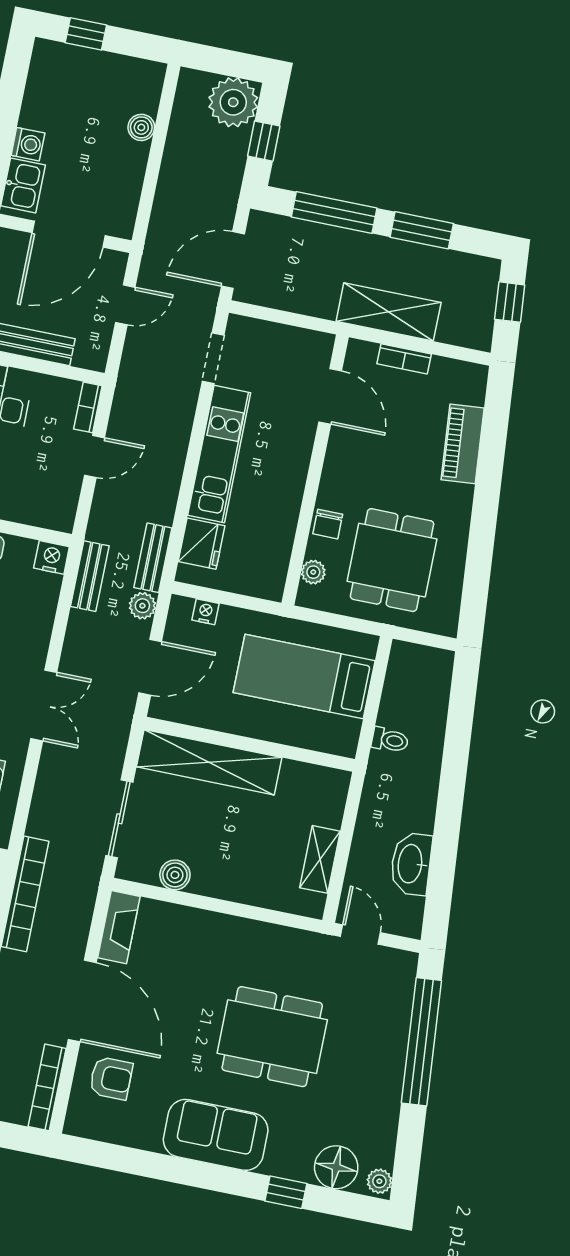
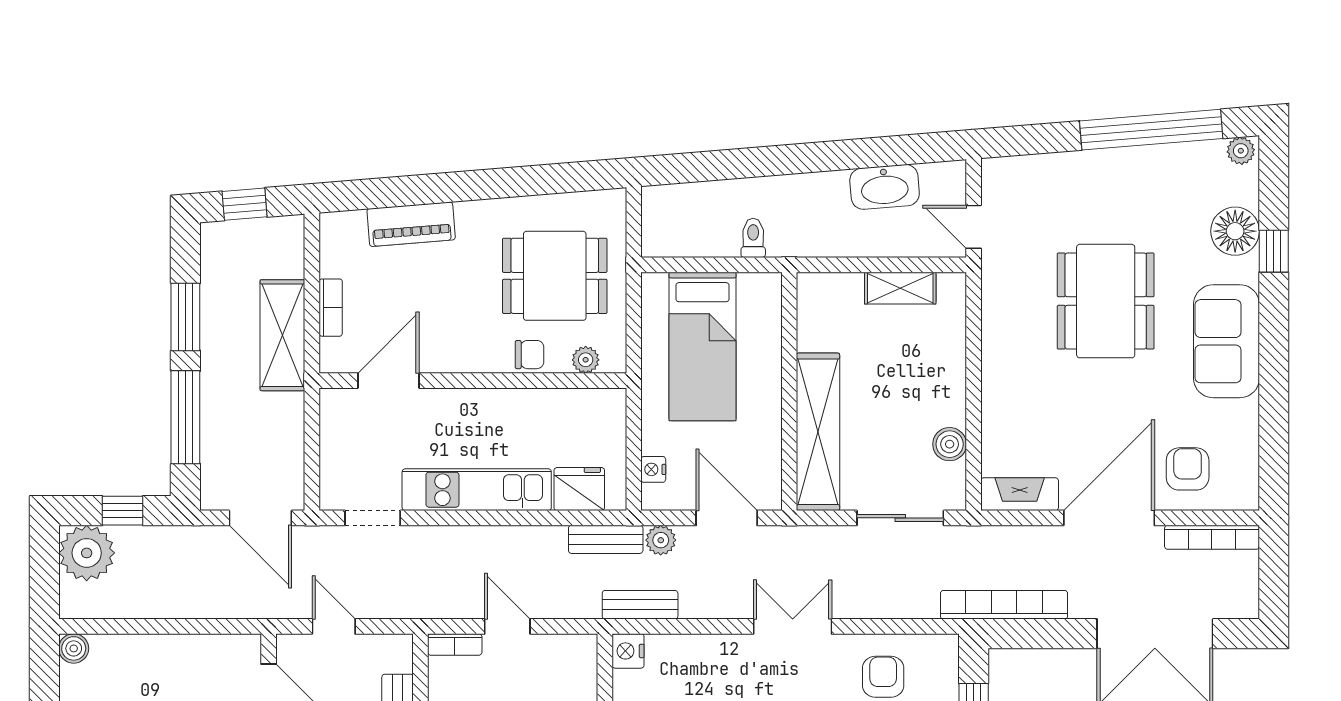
boiler: (141, 127) -> (74, 648), moved
door: (360, 934) -> (974, 227), hinge flipped
window: (421, 1042) -> (1151, 130), moved
floor lamp: (336, 1167) -> (1235, 231), moved

